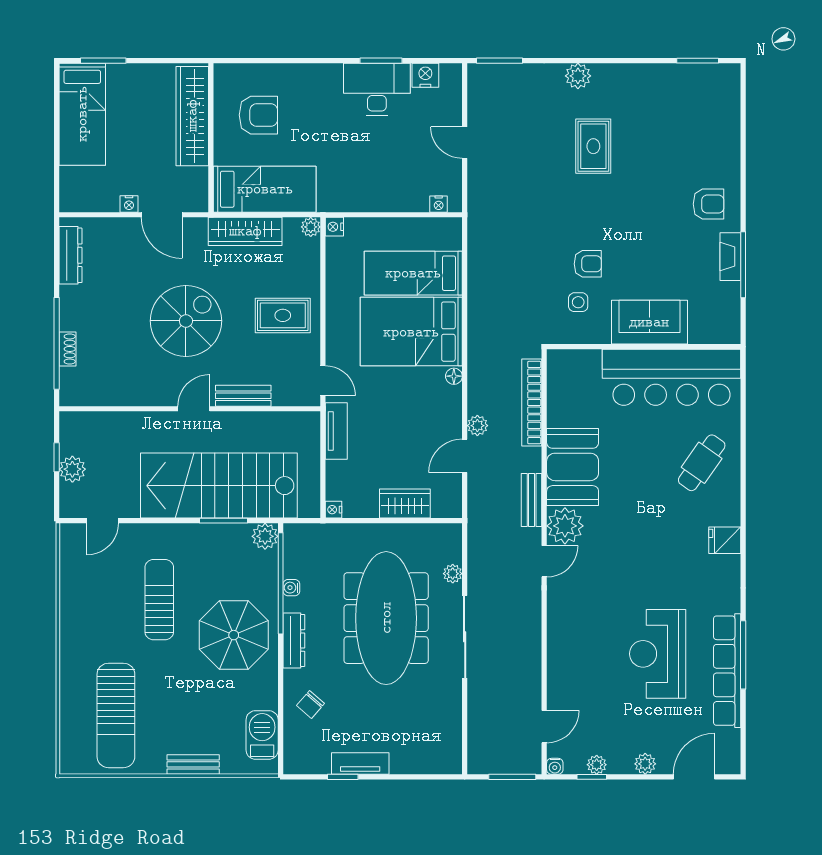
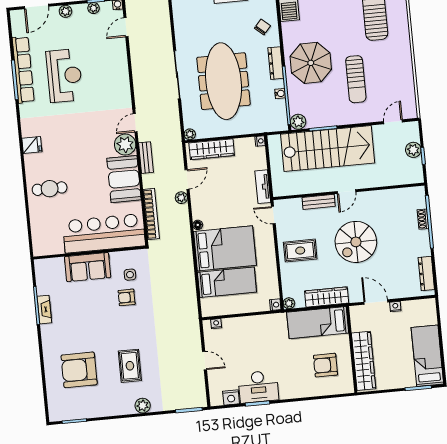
armchair: (708, 204) -> (79, 370), moved, width x1.88, depth x1.88
bar counter: (672, 377) -> (104, 233), moved
cafe table: (702, 463) -> (50, 189), turned 55
wardrobe: (405, 504) -> (212, 149), width x1.50
plant: (453, 574) -> (190, 134), moved

